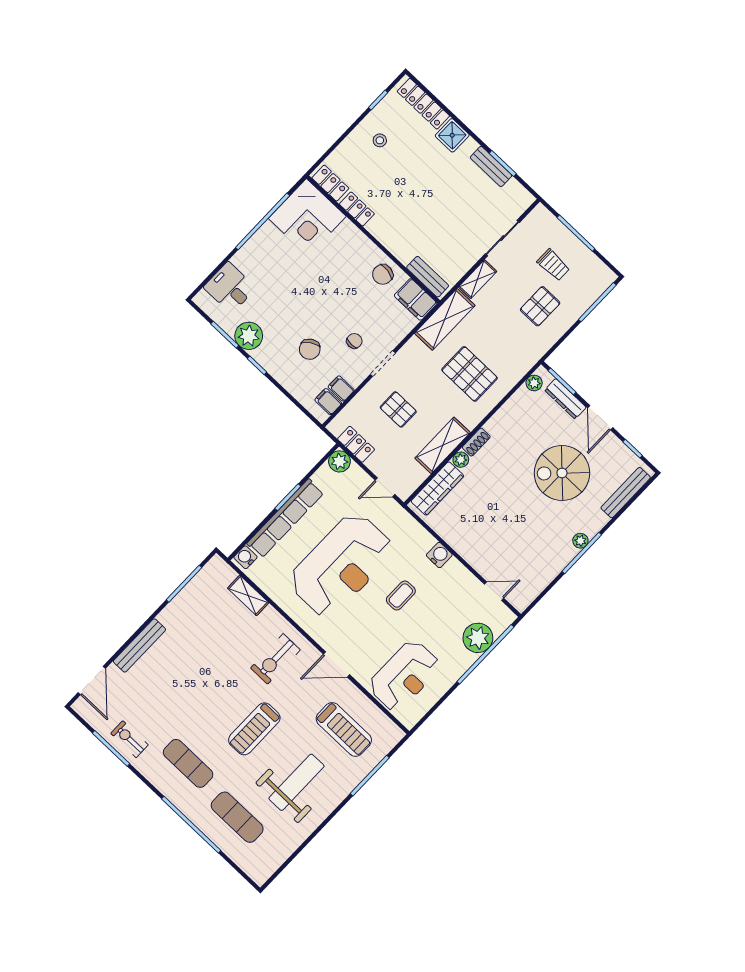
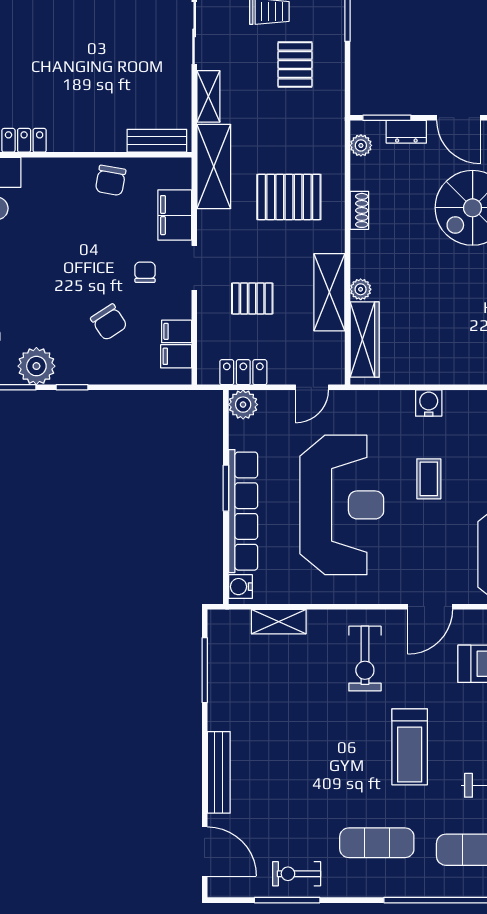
filing cabinet: (416, 299) -> (175, 215), moved, turned 90
dresser: (565, 399) -> (406, 132), width x0.70
shoe rack: (476, 442) -> (359, 210), moved

